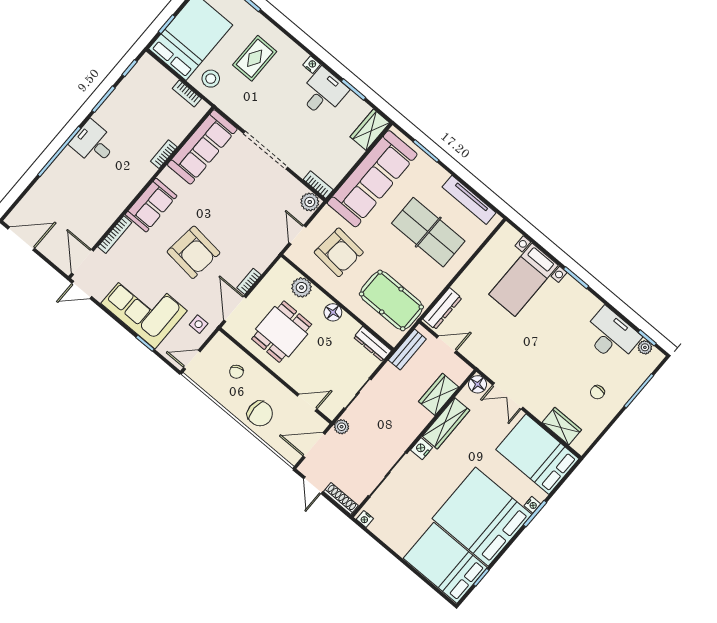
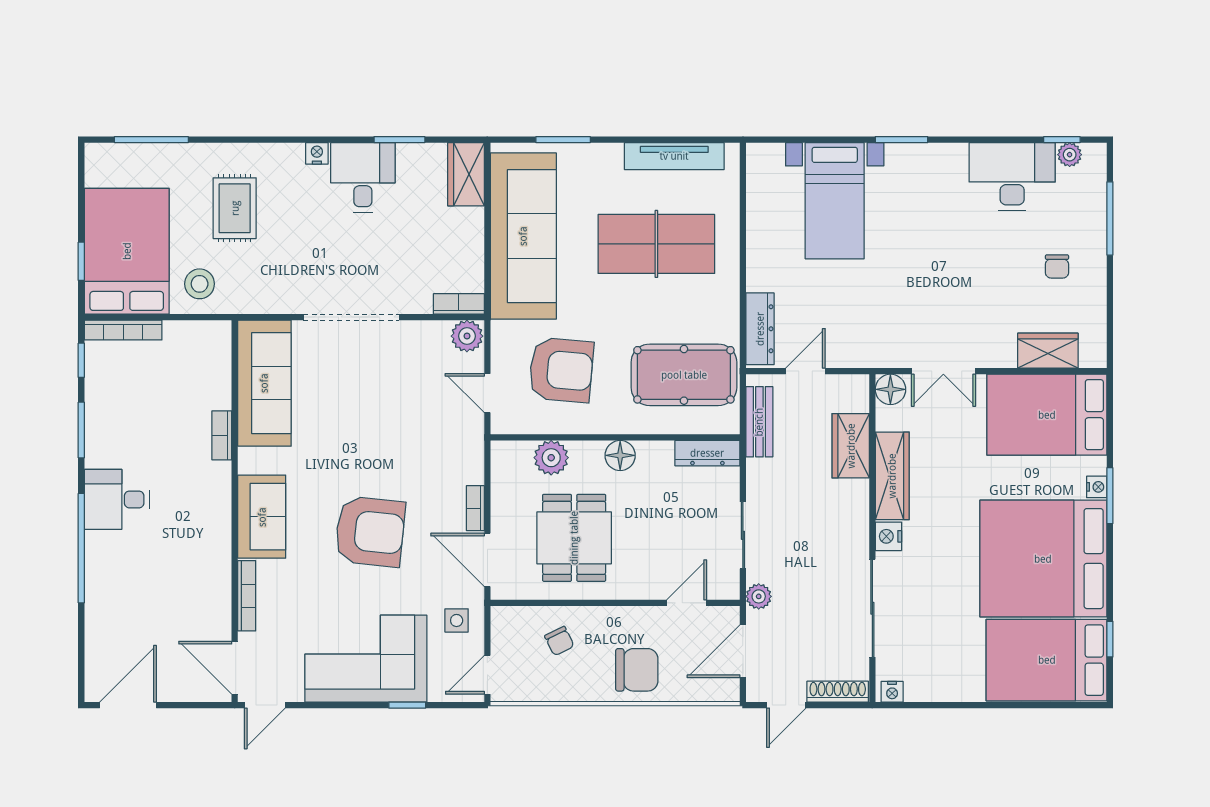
bookcase: (187, 93) -> (123, 330), moved, width x1.56
door: (313, 485) -> (786, 705), hinge flipped

